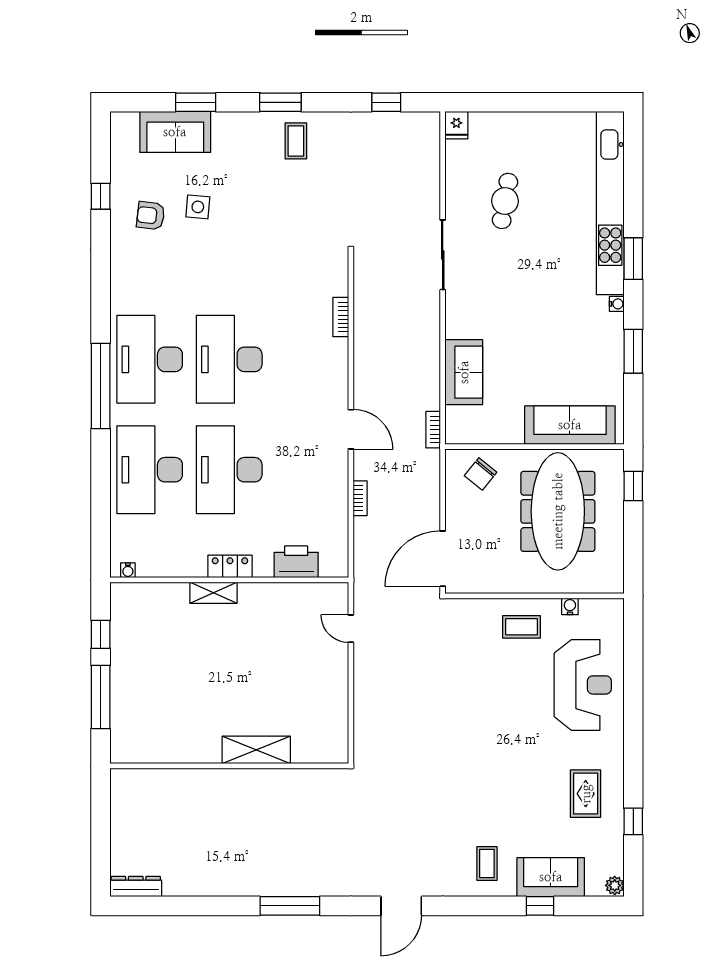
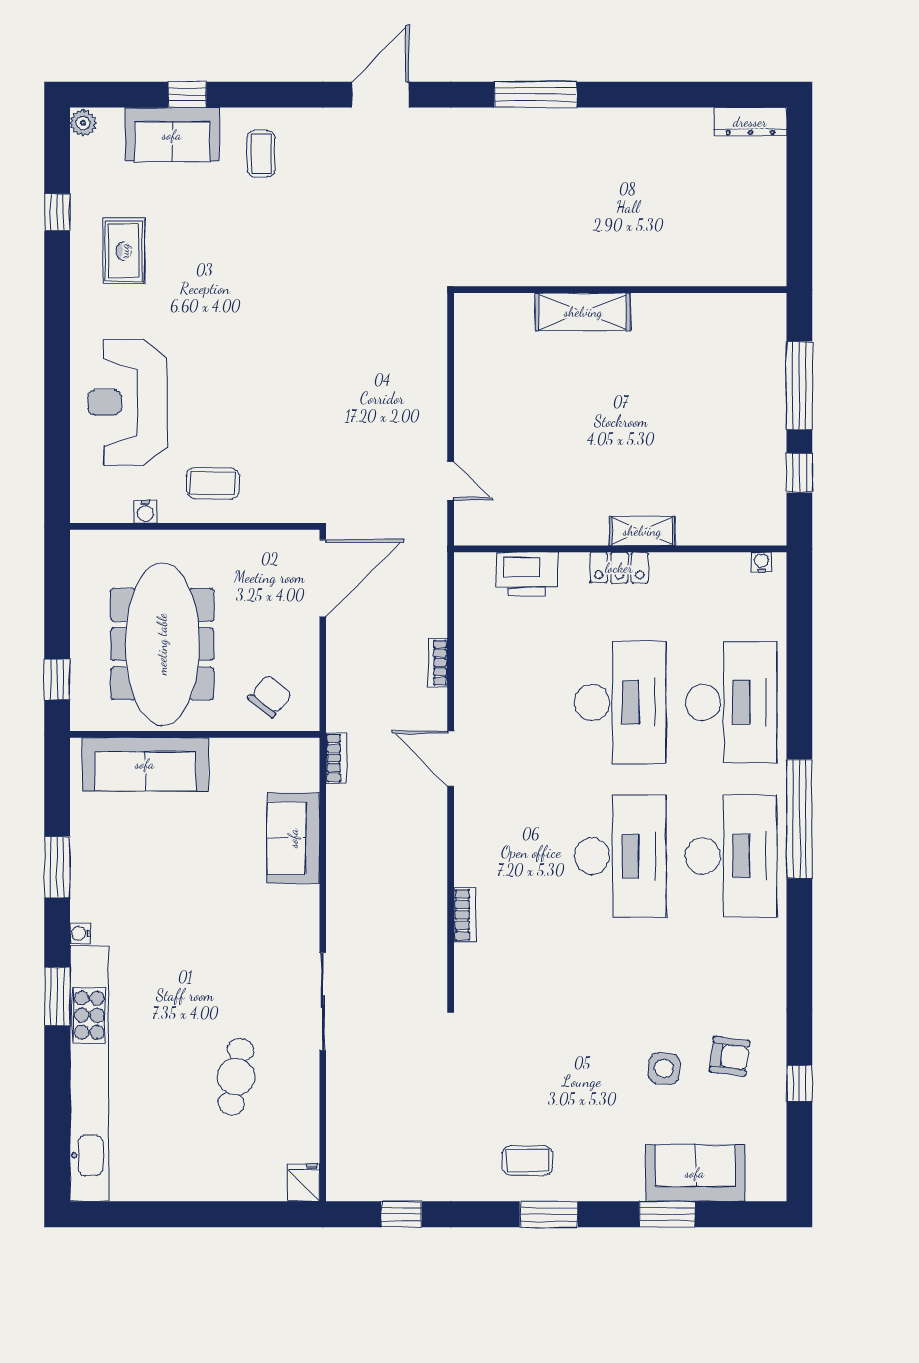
coffee table: (296, 141) -> (527, 1160), turned 90

